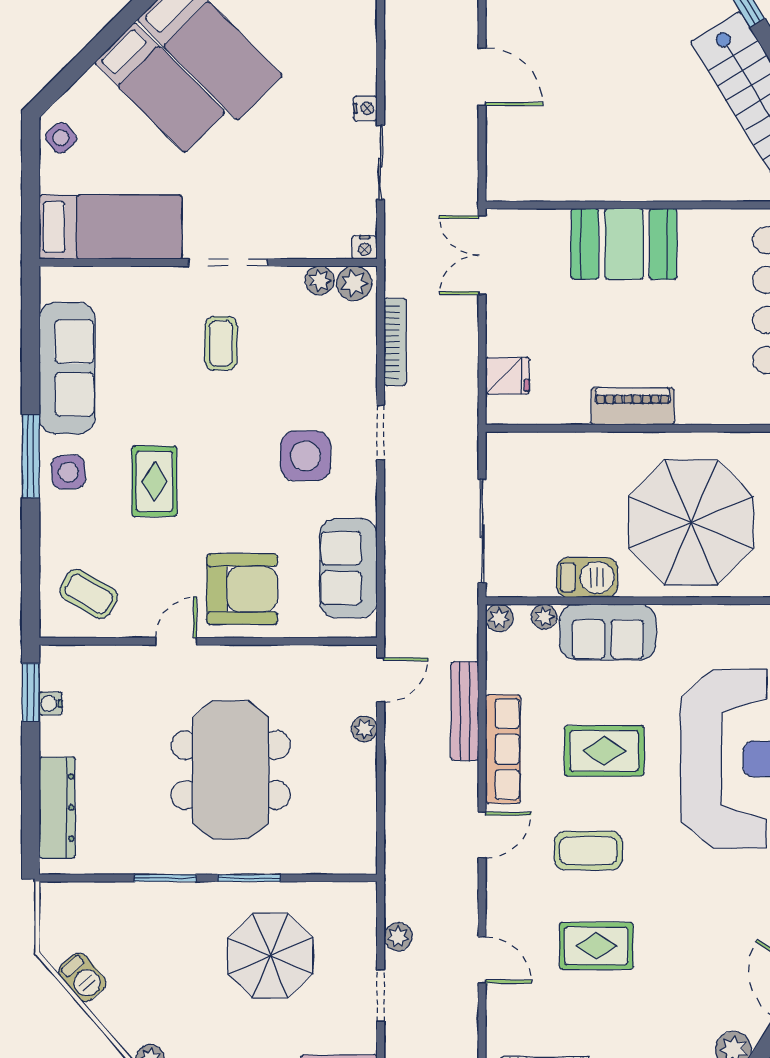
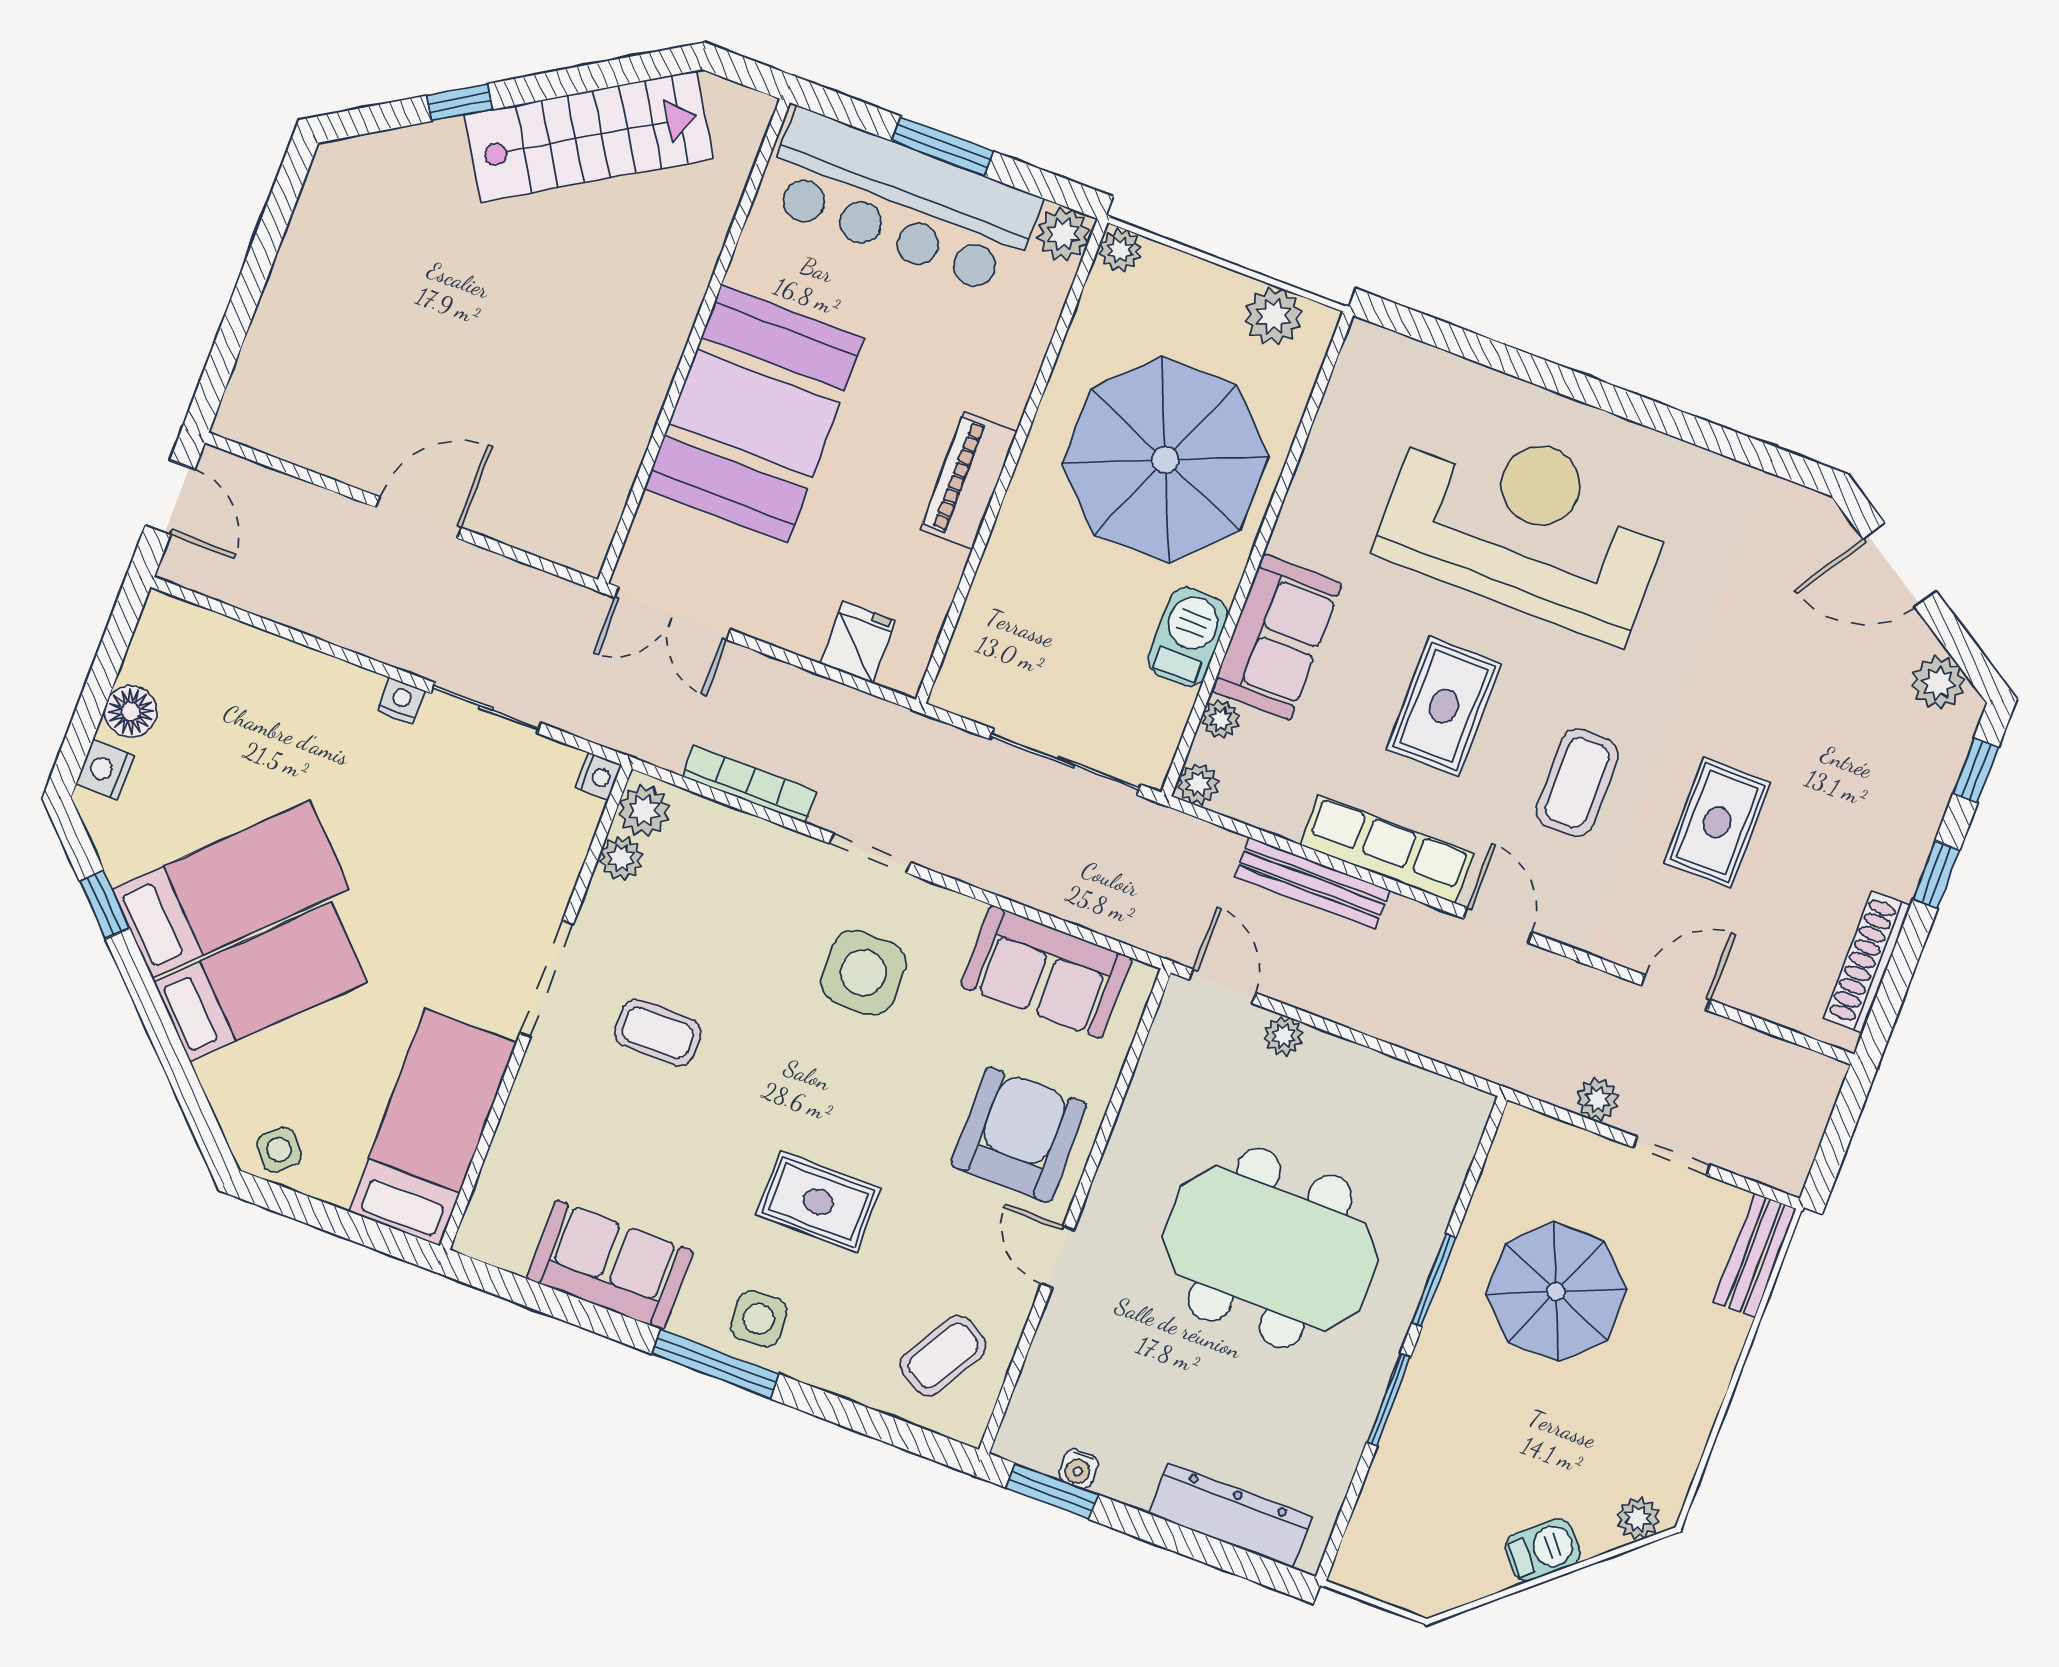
booth: (624, 244) -> (754, 413), width x1.36, depth x1.42
sofa: (67, 368) -> (610, 1265), width x0.73
barbecue: (82, 977) -> (1542, 1550), moved

